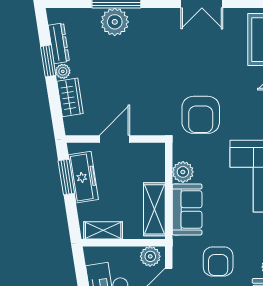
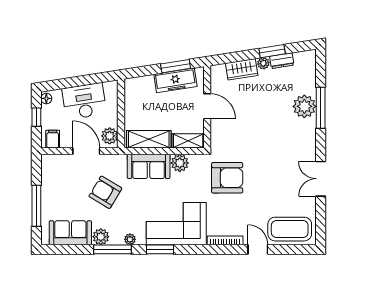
dresser: (59, 43) -> (282, 61), width x0.70
armchair: (201, 115) -> (227, 178), turned 180
shelving: (103, 230) -> (188, 141), moved, turned 90
armchair: (218, 261) -> (105, 192), turned 31

